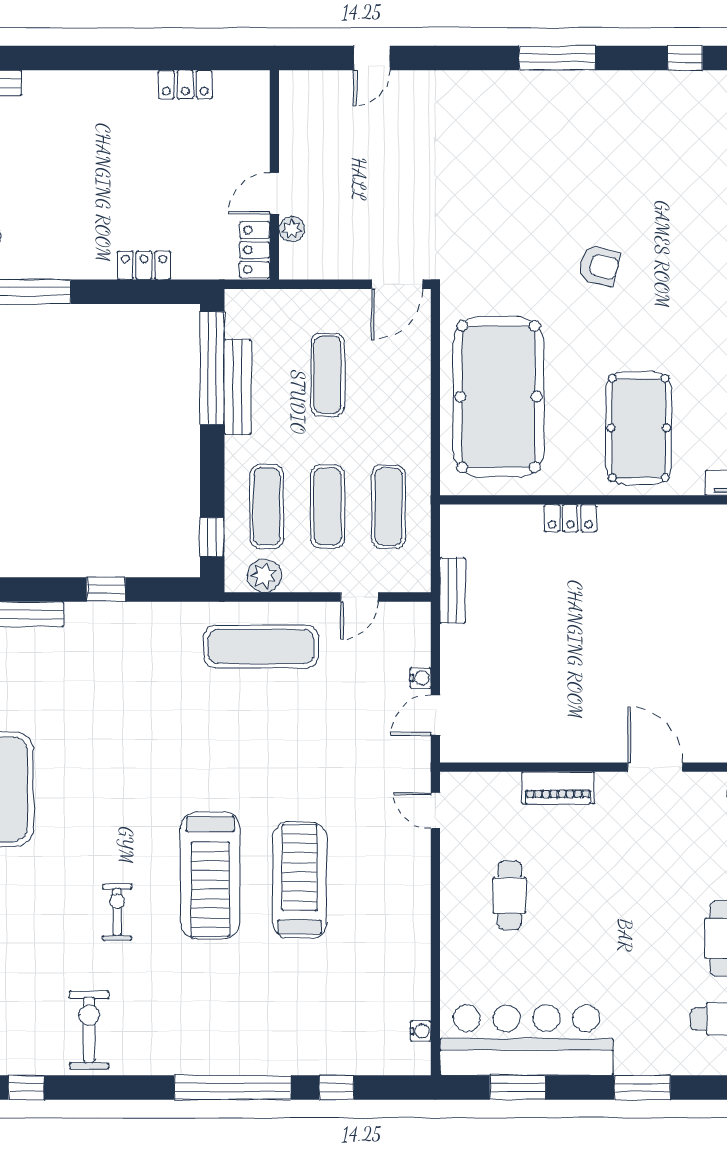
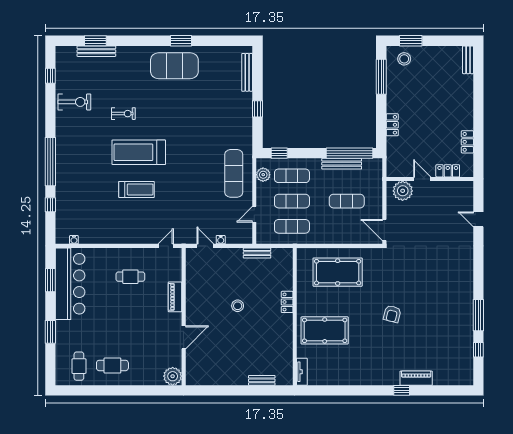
window: (557, 58) -> (478, 315), moved
plant: (292, 229) -> (403, 191), width x1.88, depth x1.88
locker: (255, 250) -> (448, 171), moved
pool table: (498, 397) -> (338, 272), width x0.73, depth x0.76
door: (359, 597) -> (254, 214), hinge flipped
stool: (579, 637) -> (238, 306), added
treadmill: (300, 880) -> (137, 189), width x0.73, depth x0.73

